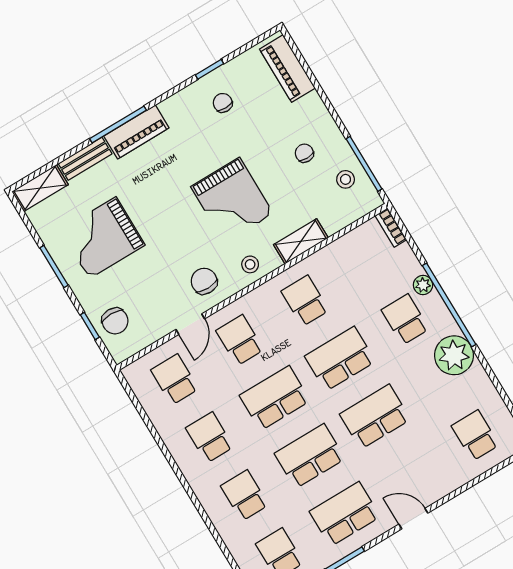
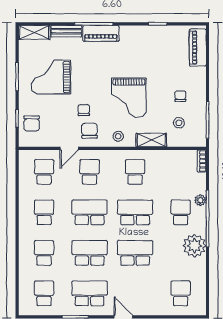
chair: (223, 103) -> (84, 110), moved
stool: (346, 179) -> (179, 123), moved

